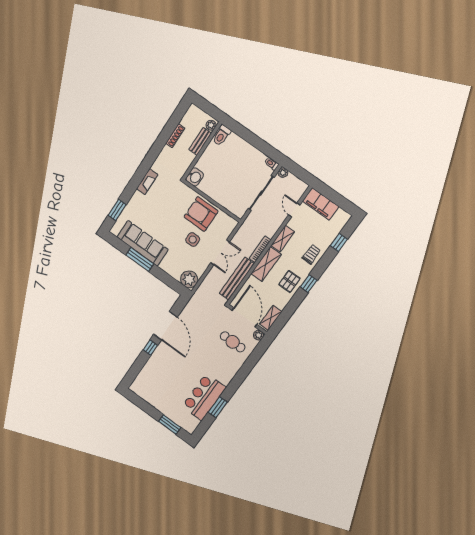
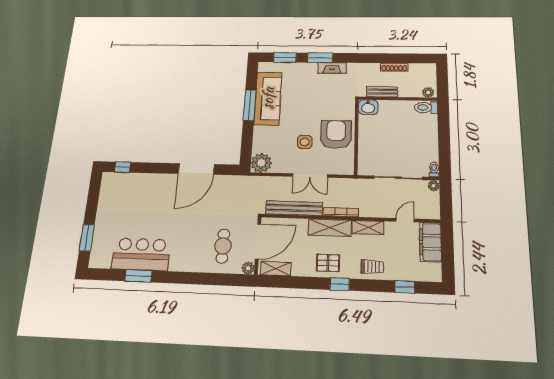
bench: (200, 141) -> (382, 92), moved
window: (133, 185) -> (320, 58), added
window: (150, 348) -> (123, 167), moved

